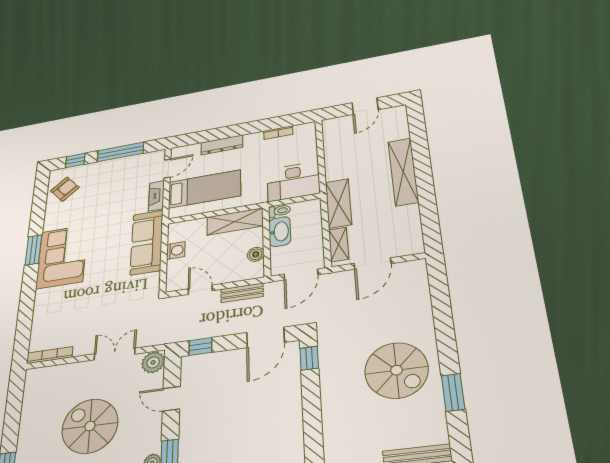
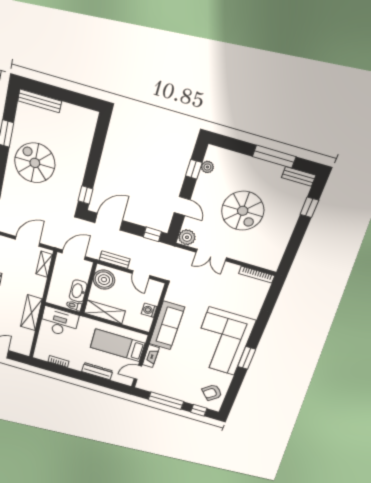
shelving: (338, 203) -> (31, 313), moved
boiler: (256, 254) -> (104, 280), width x1.86, depth x1.86
corner sofa: (62, 256) -> (222, 341), width x1.36, depth x1.36

